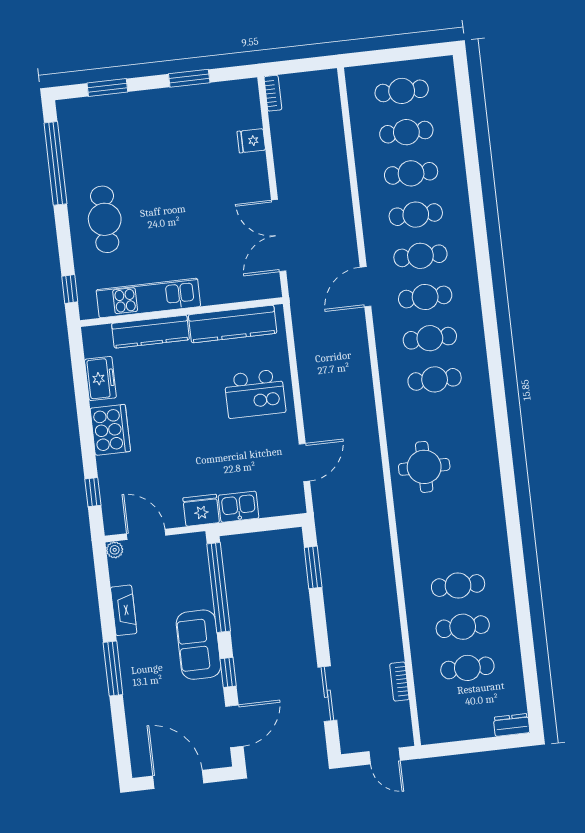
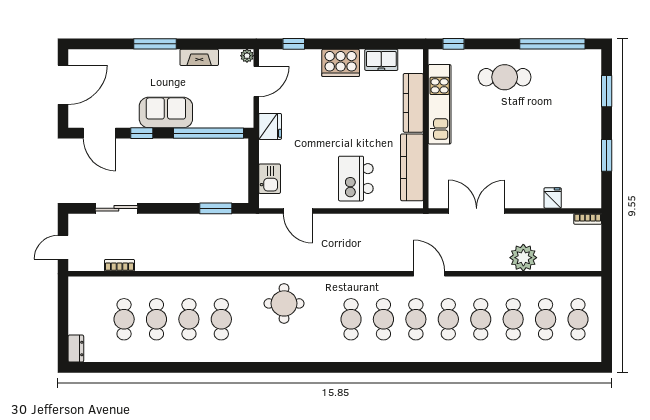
plant: (331, 169) -> (523, 258), added
kitchen sink: (239, 507) -> (270, 179), moved
cafe table: (453, 544) -> (221, 319), added

